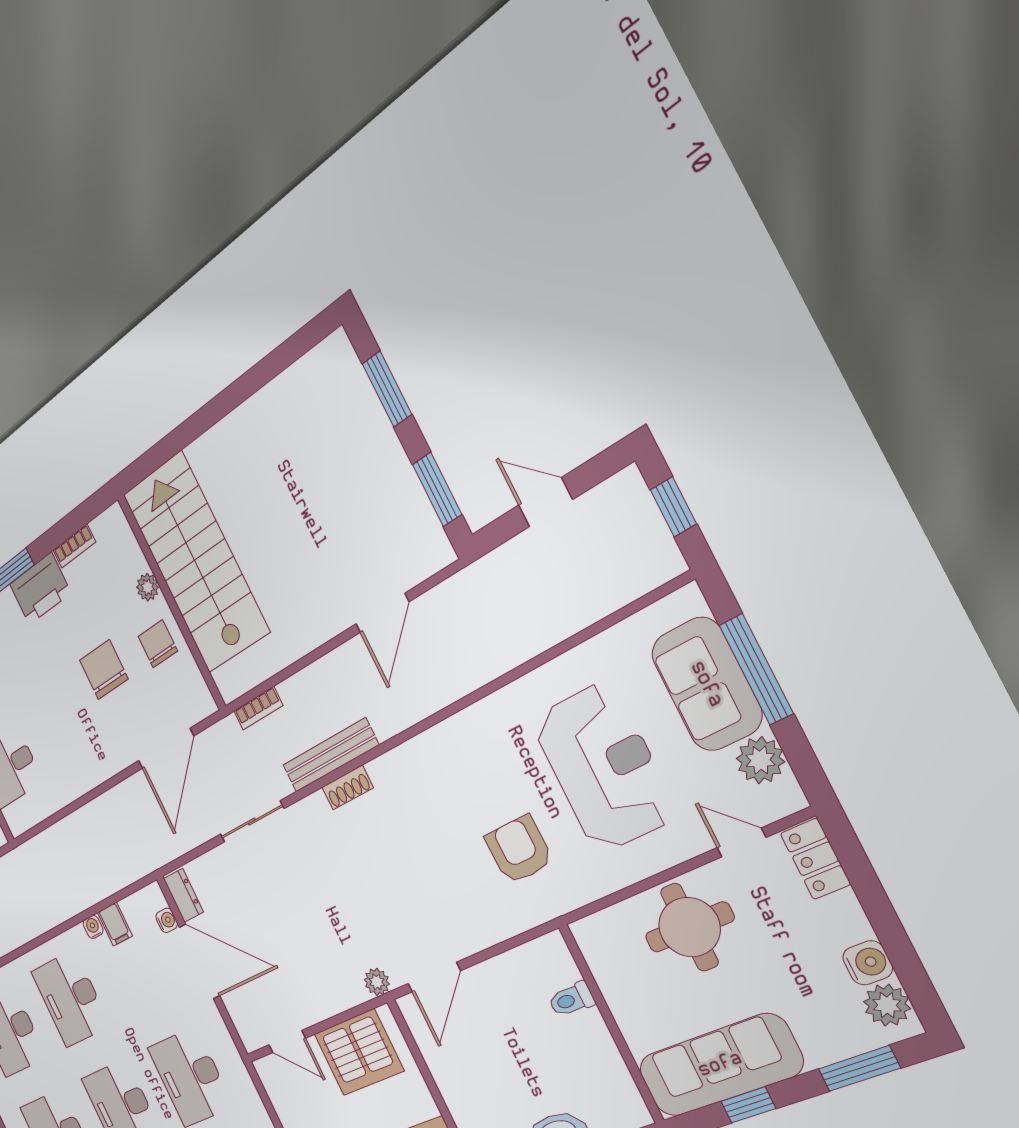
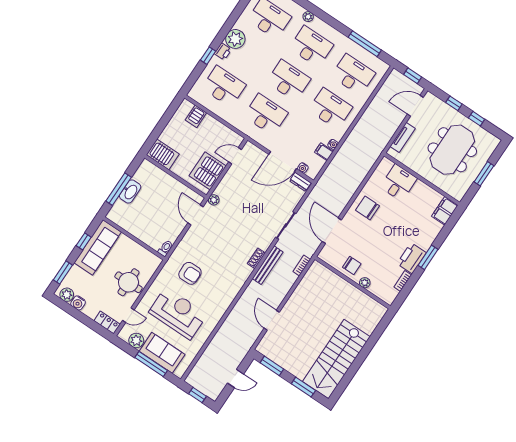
stairs: (195, 562) -> (336, 359), moved, turned 90
chair: (104, 670) -> (367, 208), moved, turned 180
reception desk: (603, 767) -> (178, 313), turned 180
toilet: (571, 1000) -> (165, 248), moved

